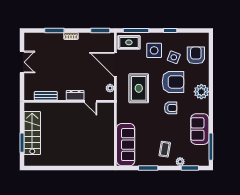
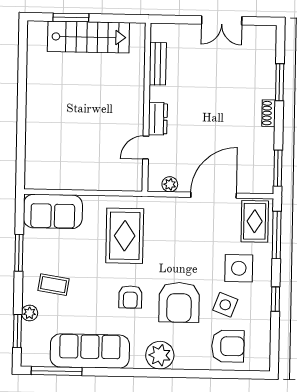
rug: (139, 88) -> (125, 236), moved, turned 90
sofa: (200, 129) -> (90, 351), width x1.36
sofa: (126, 145) -> (53, 211), width x0.73

